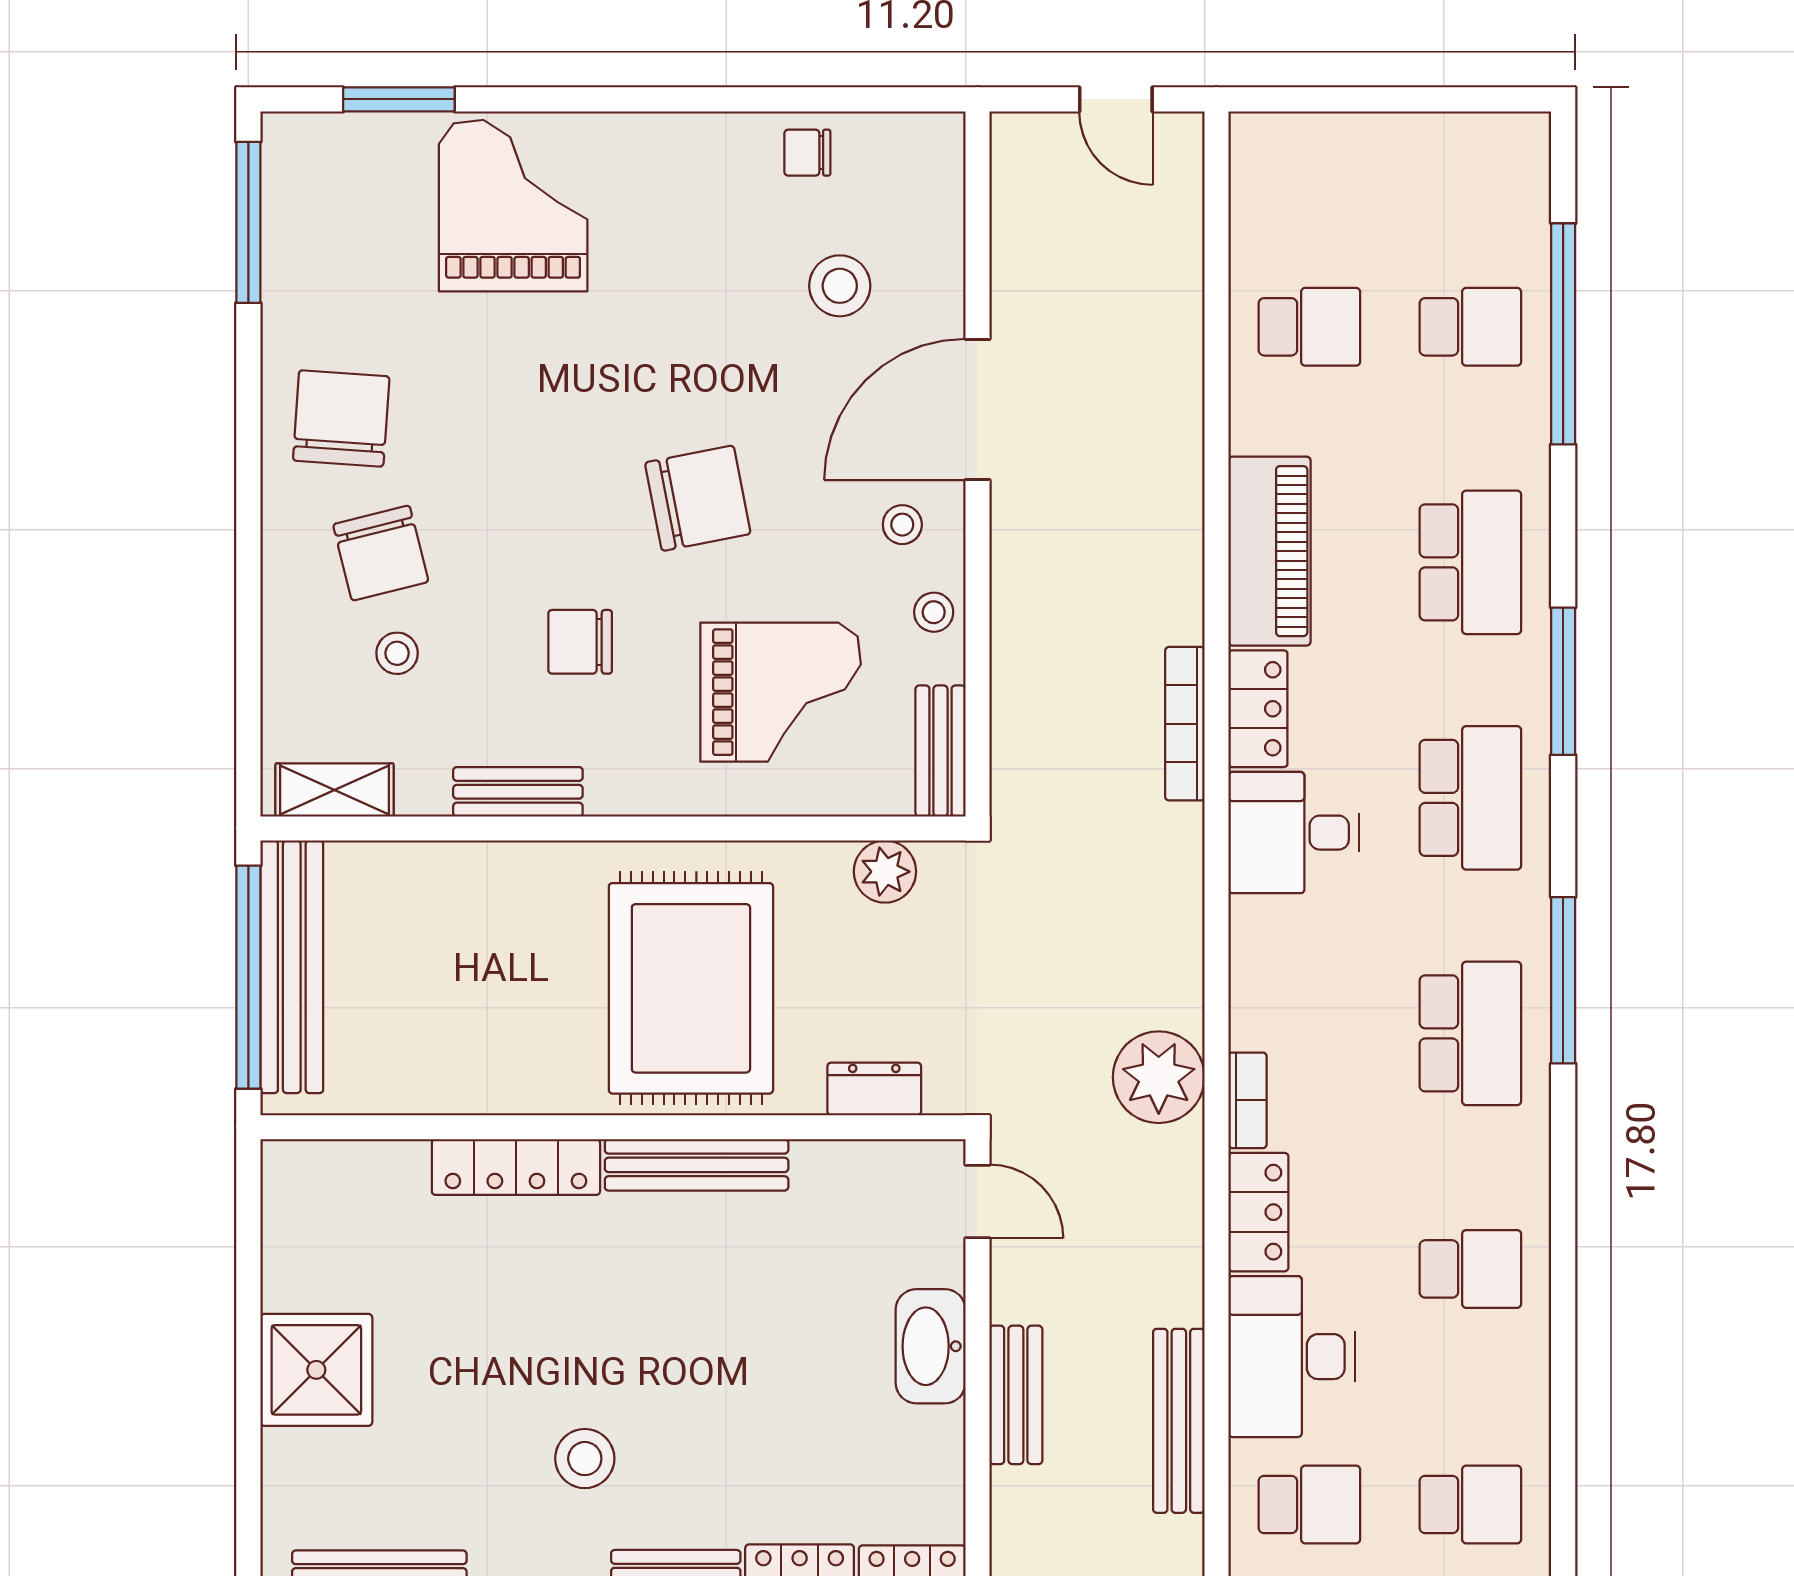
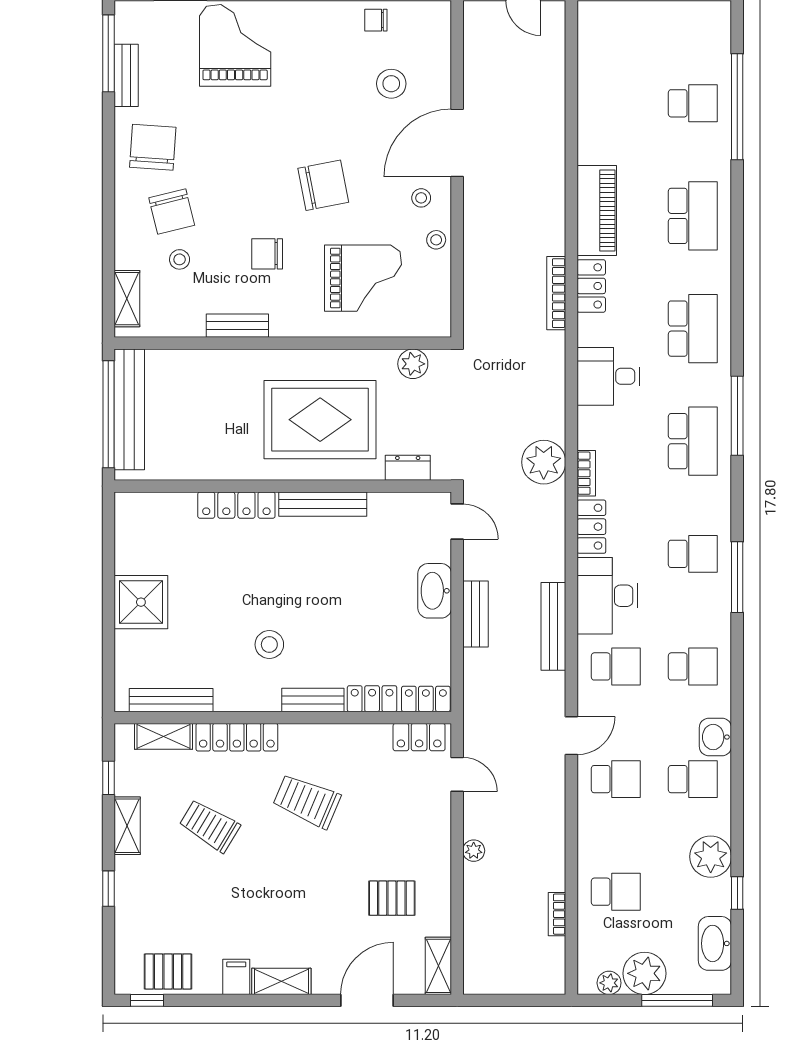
school desk: (1309, 327) -> (616, 103), removed
window: (1563, 681) -> (737, 577), moved
bench: (940, 751) -> (126, 75), moved
shelving: (335, 790) -> (127, 299), moved, turned 90
desk: (1294, 833) -> (608, 376), moved
rug: (691, 988) -> (320, 420), turned 90

